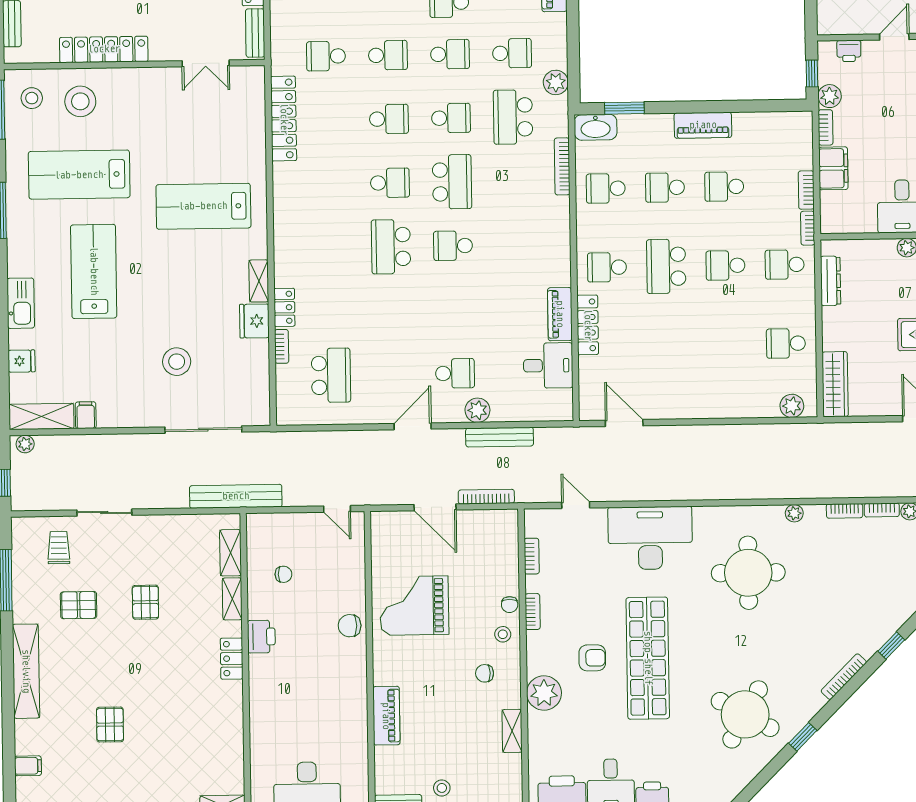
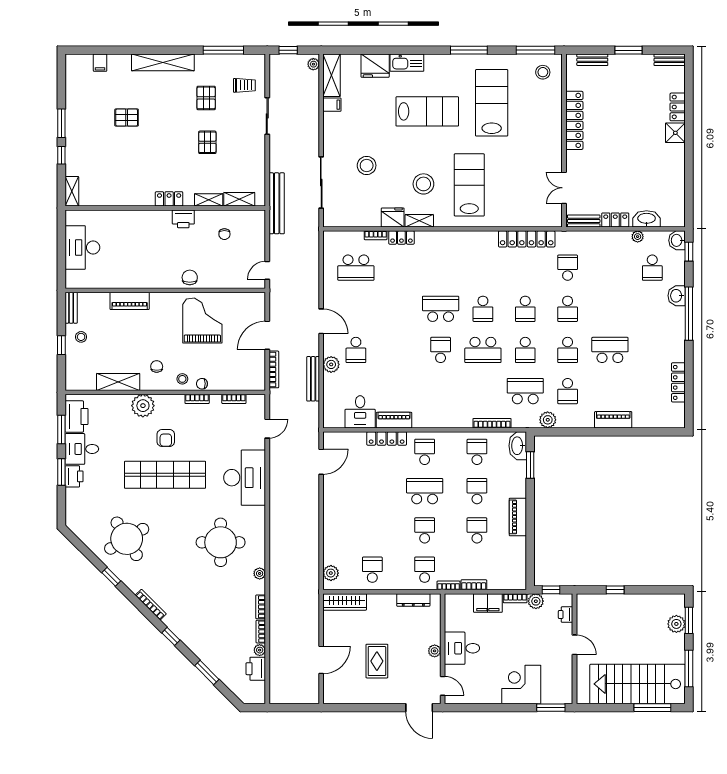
stool: (80, 101) -> (423, 184), moved
fridge: (22, 361) -> (375, 66), width x1.88, depth x1.34
pallet: (145, 602) -> (207, 142), turned 90
round table: (745, 714) -> (127, 539), turned 30
shelving: (512, 731) -> (118, 382), width x1.50, depth x1.33

